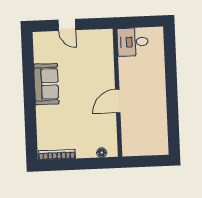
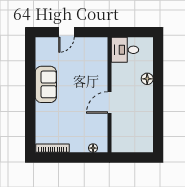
door: (67, 25) -> (66, 32), hinge flipped
floor lamp: (159, 73) -> (147, 79), added

